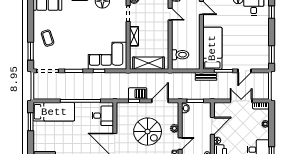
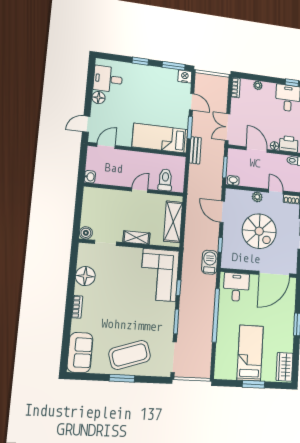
window: (272, 12) -> (140, 61), moved
door: (170, 14) -> (140, 190), moved
coffee table: (48, 38) -> (130, 355), width x1.86, depth x1.72
window: (31, 51) -> (122, 378), moved
nightstand: (264, 64) -> (185, 77), added
barbecue: (138, 94) -> (210, 262), moved
double door: (241, 101) -> (227, 127), moved
bed: (54, 112) -> (250, 353), moved
window: (31, 122) -> (253, 384), moved
spiral stairs: (148, 132) -> (259, 231), turned 90

